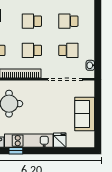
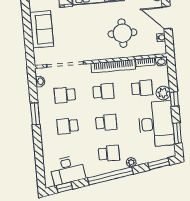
school desk: (68, 21) -> (68, 126), turned 180
window: (98, 35) -> (35, 114), added

